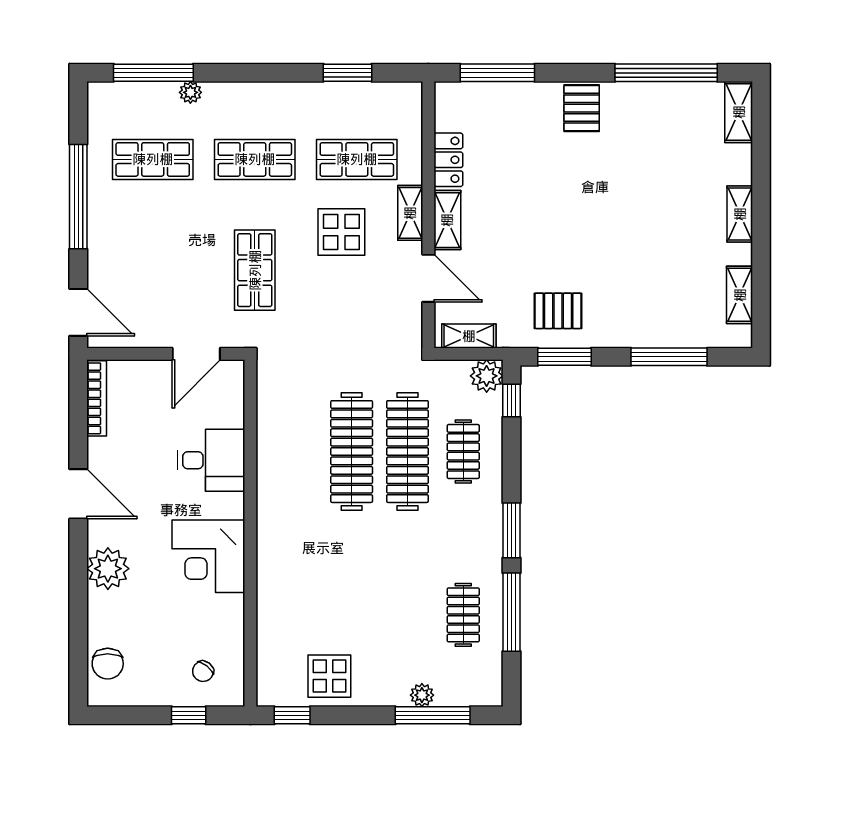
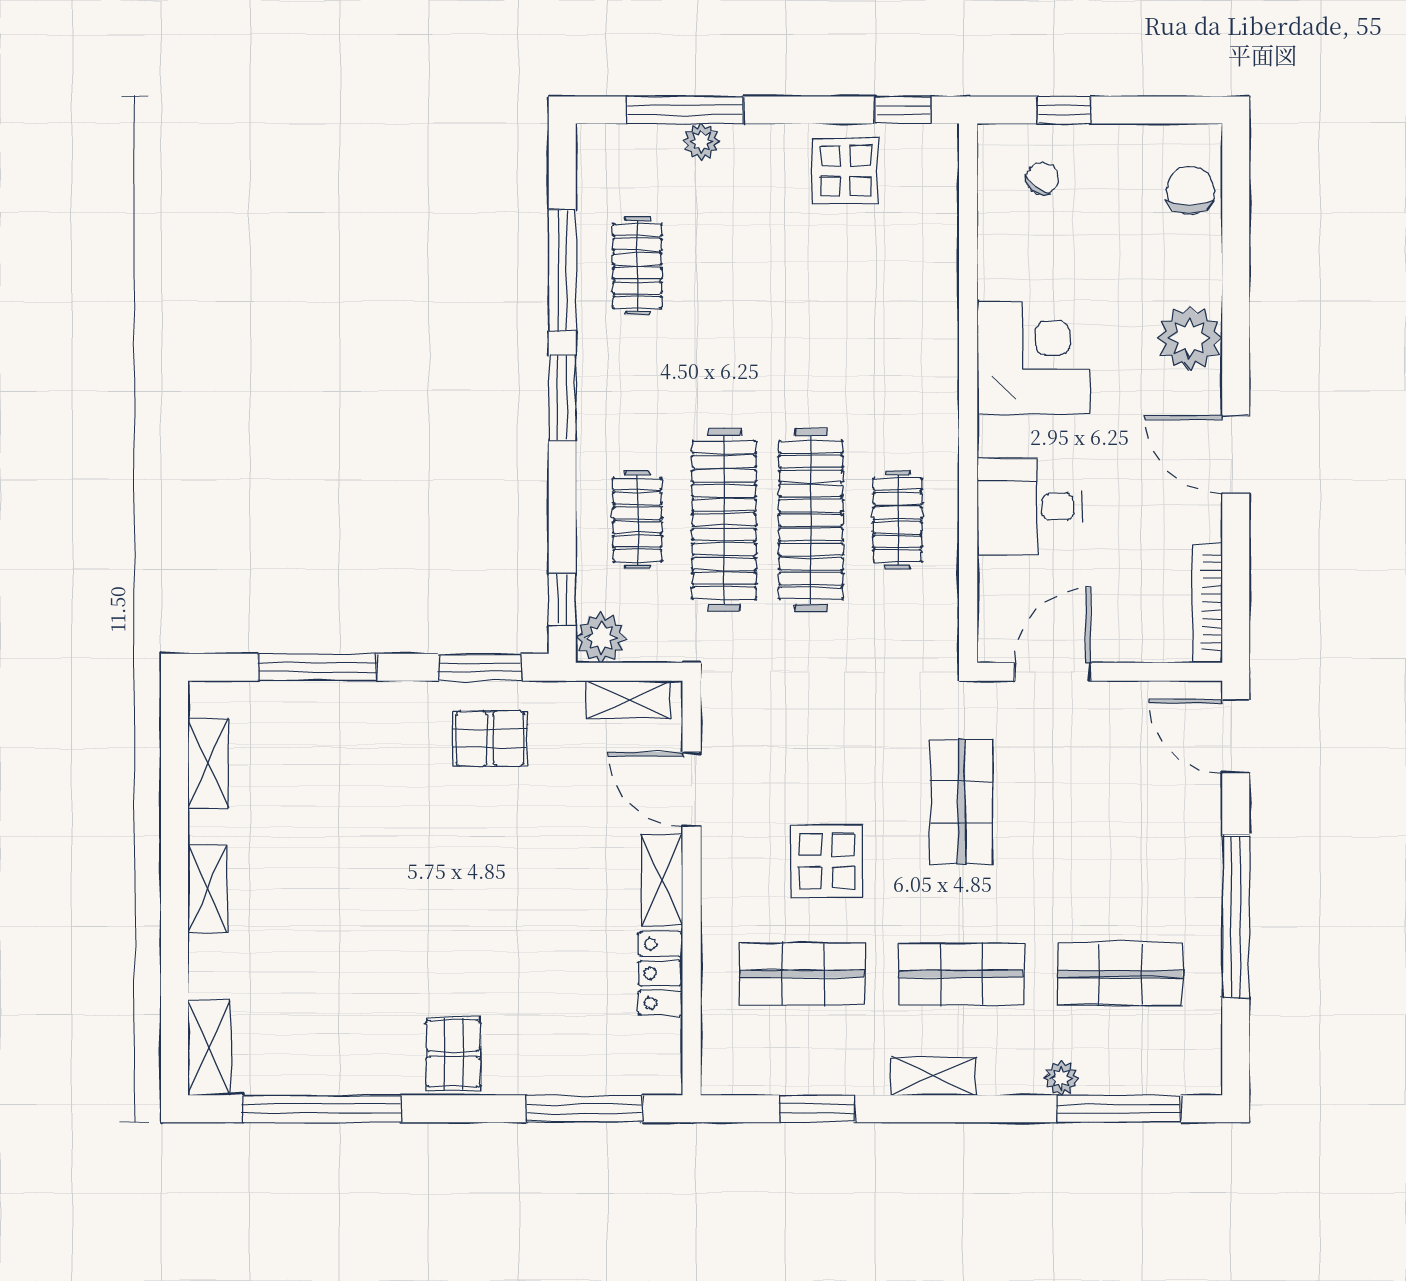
shelving: (410, 213) -> (934, 1076), moved, turned 90
clothes rail: (296, 452) -> (898, 520), added

